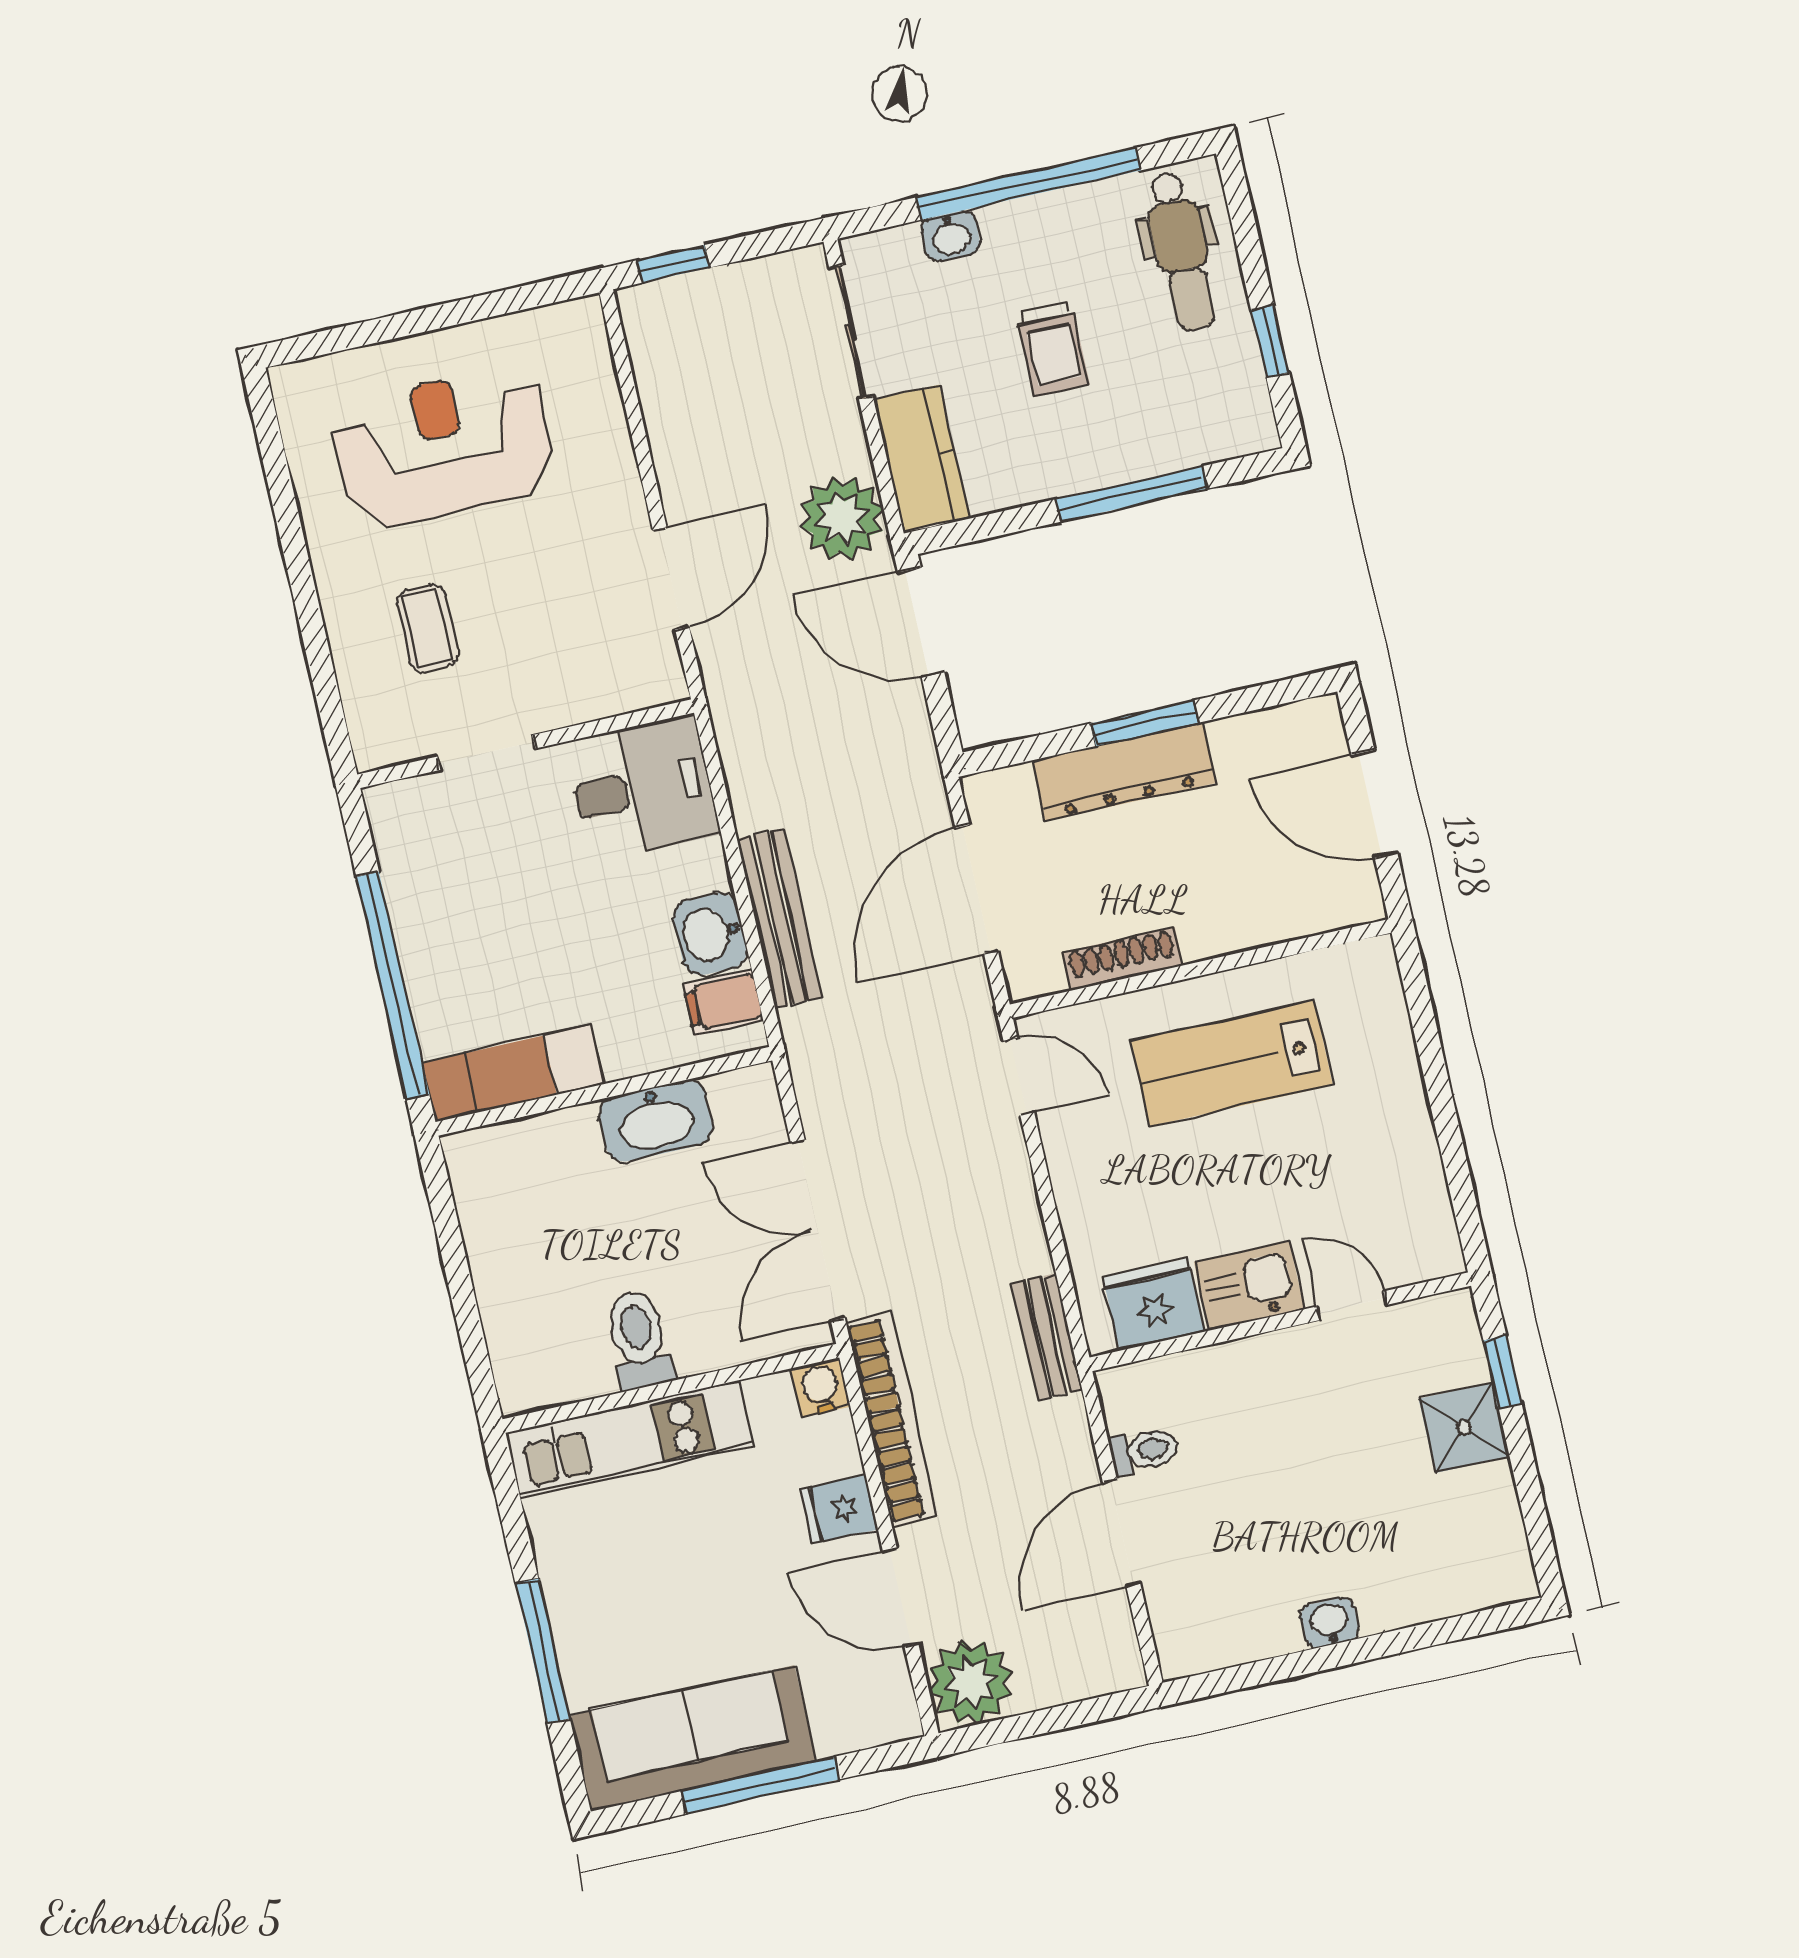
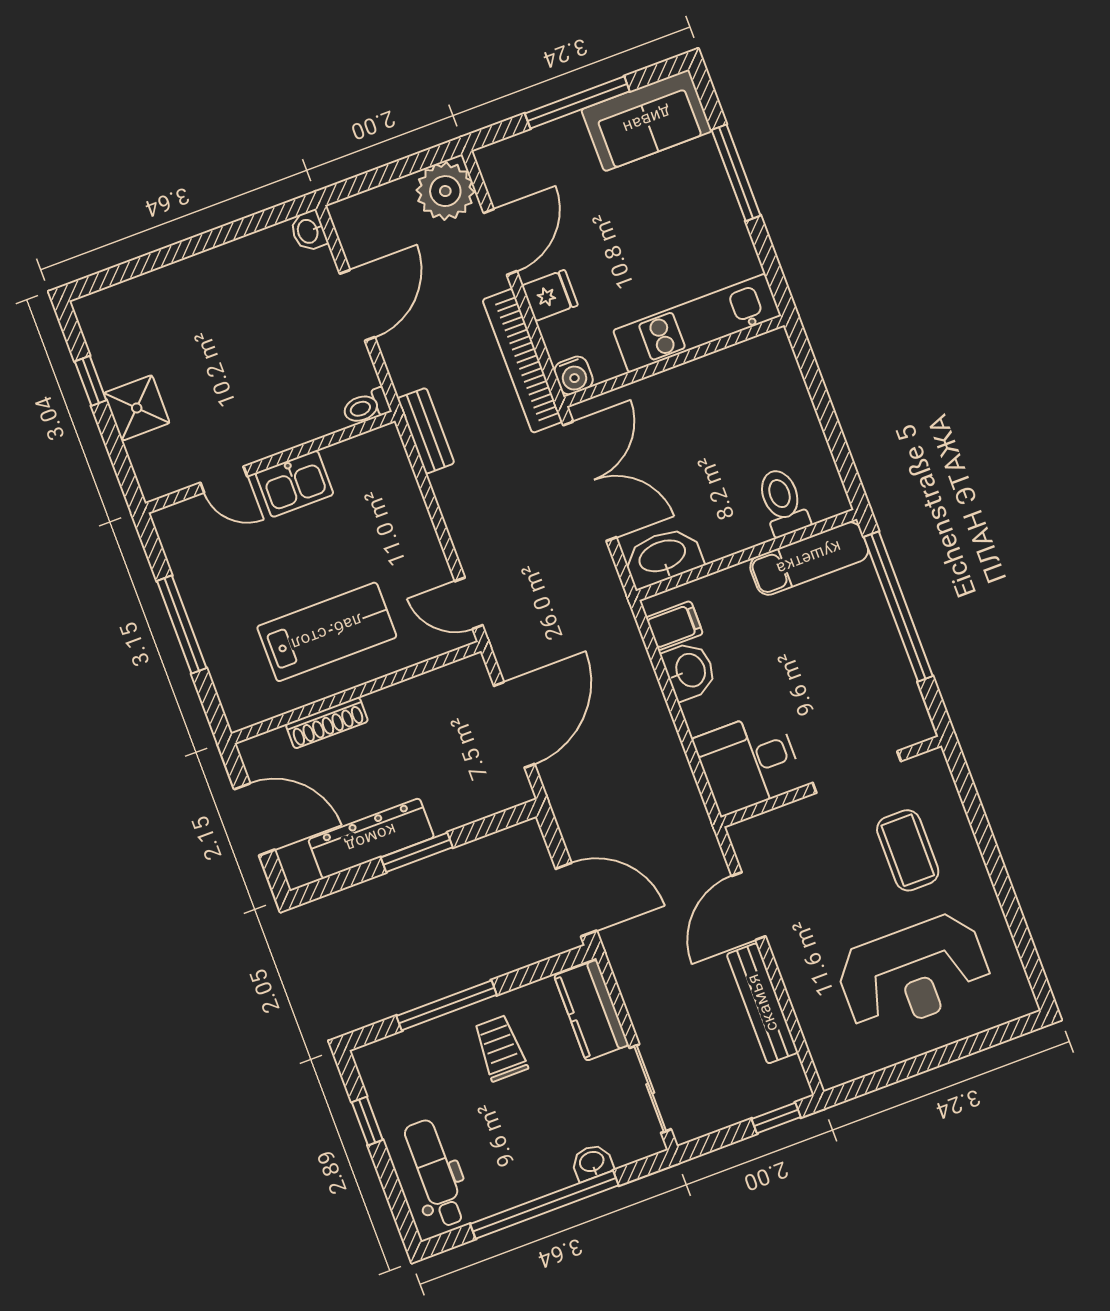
trolley: (1053, 349) -> (500, 1048), moved
plant: (842, 518) -> (639, 963), removed
coffee table: (428, 628) -> (908, 850), width x1.36, depth x1.30
doorway: (486, 753) -> (857, 772), width x1.38
dresser: (1124, 772) -> (371, 838), moved
bench: (779, 918) -> (762, 1003), moved
shoe rack: (1122, 959) -> (327, 723), moved
window: (1442, 1103) -> (182, 624), added
washbasin: (656, 1121) -> (663, 557), moved
fridge: (1154, 1304) -> (357, 462), removed
toilet: (639, 1340) -> (783, 502), moved, turned 180
window: (1502, 1372) -> (91, 381), moved
toilet: (1144, 1451) -> (366, 407), moved
door: (900, 1597) -> (500, 242), hinge flipped
washbasin: (1330, 1622) -> (309, 231), moved, turned 90
sofa: (693, 1738) -> (647, 120), width x0.73

